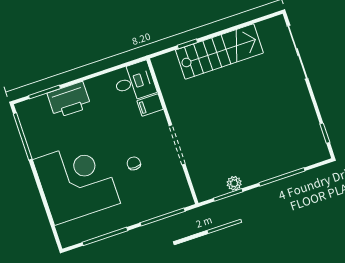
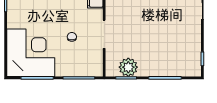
corner desk: (76, 182) -> (31, 53), moved
plant: (234, 183) -> (128, 67), width x1.88, depth x1.88

